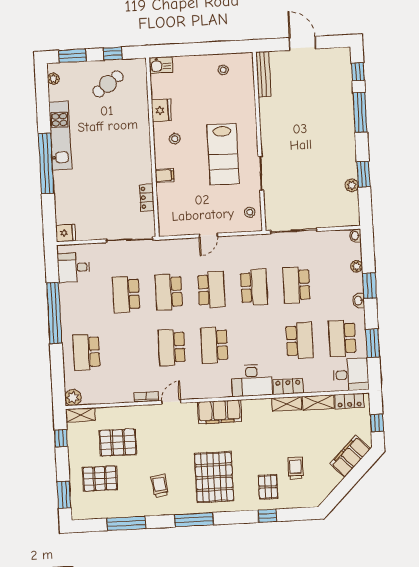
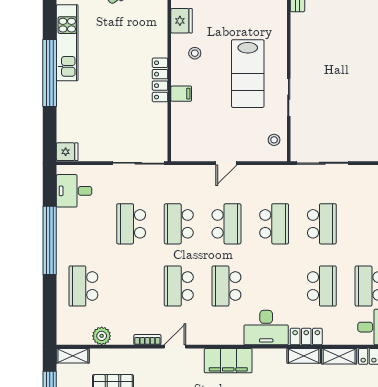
locker: (147, 198) -> (160, 80), moved, width x1.53
school desk: (297, 285) -> (322, 224), turned 180
plant: (73, 397) -> (102, 336), moved

